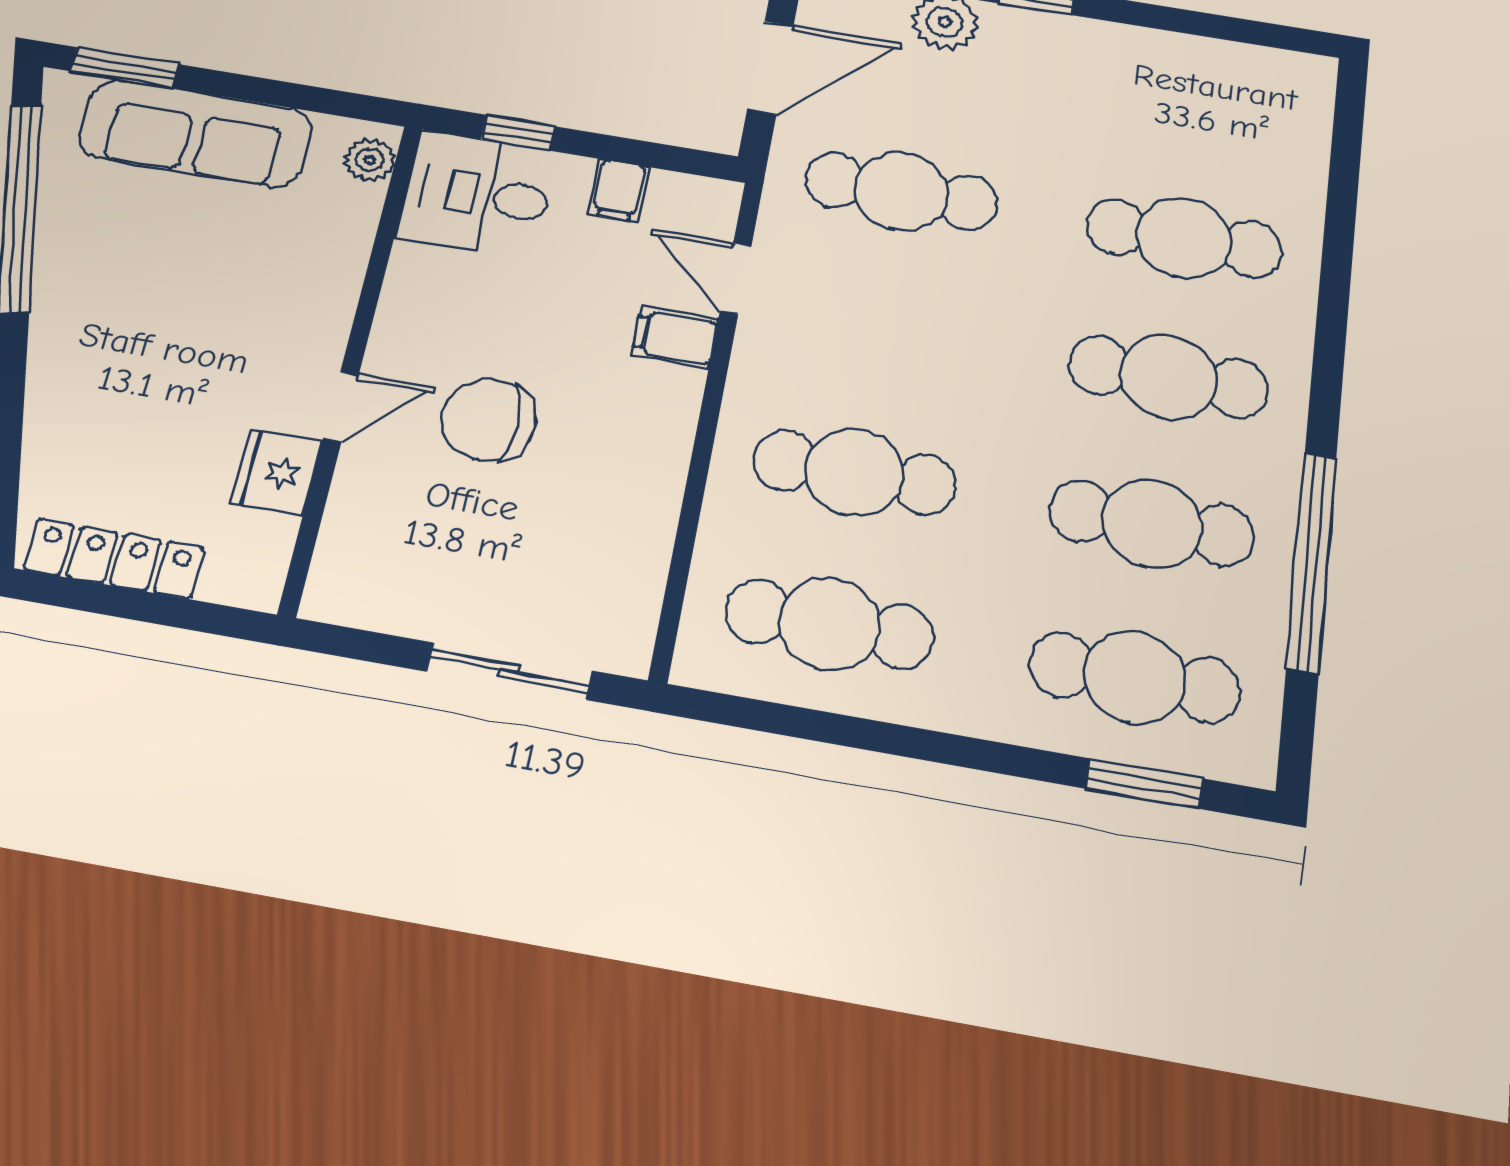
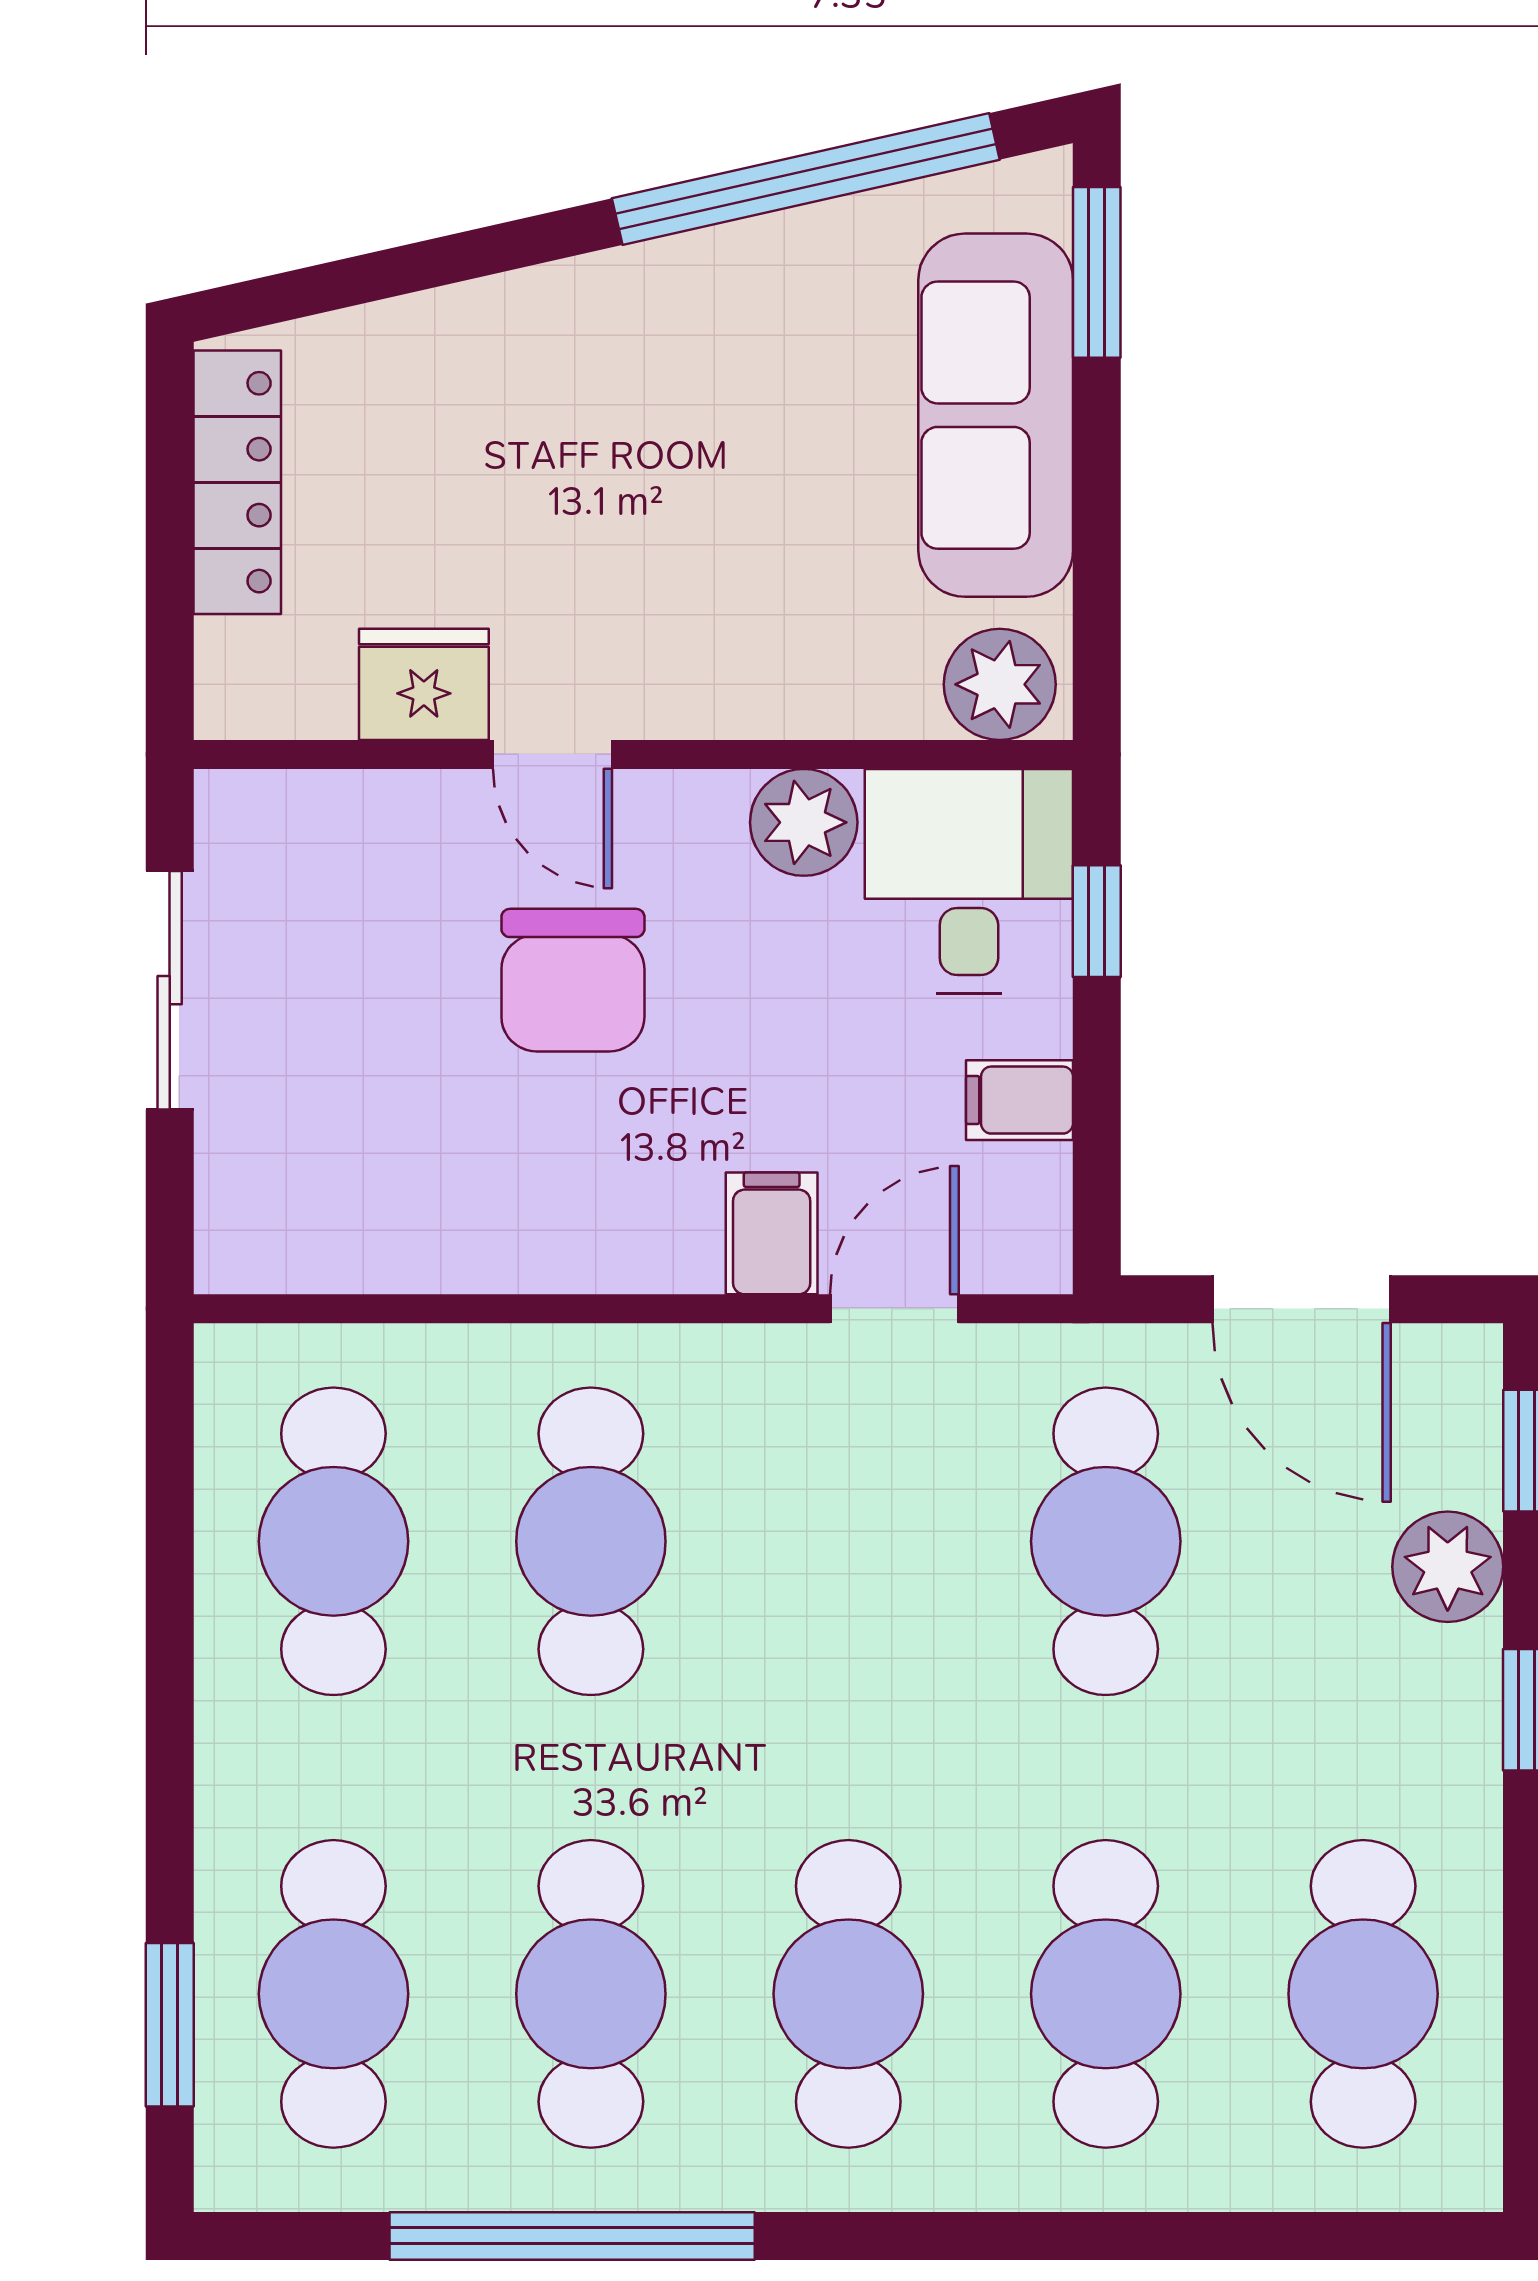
cafe table: (1199, 106) -> (1363, 1994), added
plant: (370, 160) -> (1000, 684), width x1.38, depth x1.38
plant: (419, 276) -> (804, 822), added
chair: (489, 420) -> (573, 980), turned 180
sliding door: (509, 671) -> (170, 990), moved

